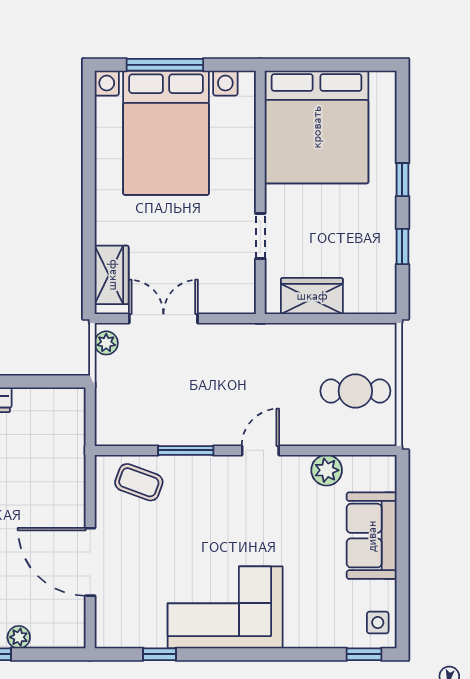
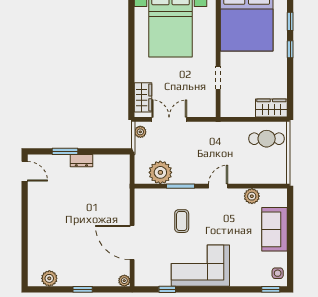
window: (402, 246) -> (290, 21), moved
wardrobe: (312, 296) -> (271, 108), moved
cafe table: (355, 391) -> (267, 139), moved
plant: (146, 423) -> (160, 172), added
coffee table: (139, 482) -> (182, 221), moved, turned 70
plant: (19, 637) -> (124, 281), moved

